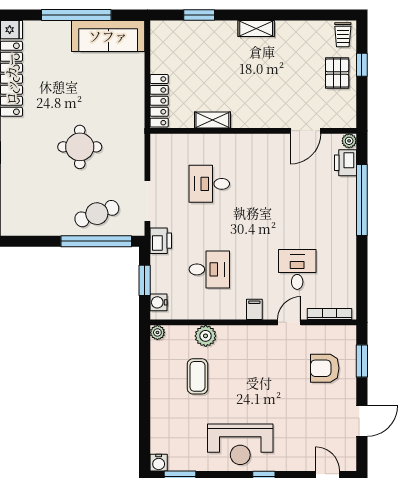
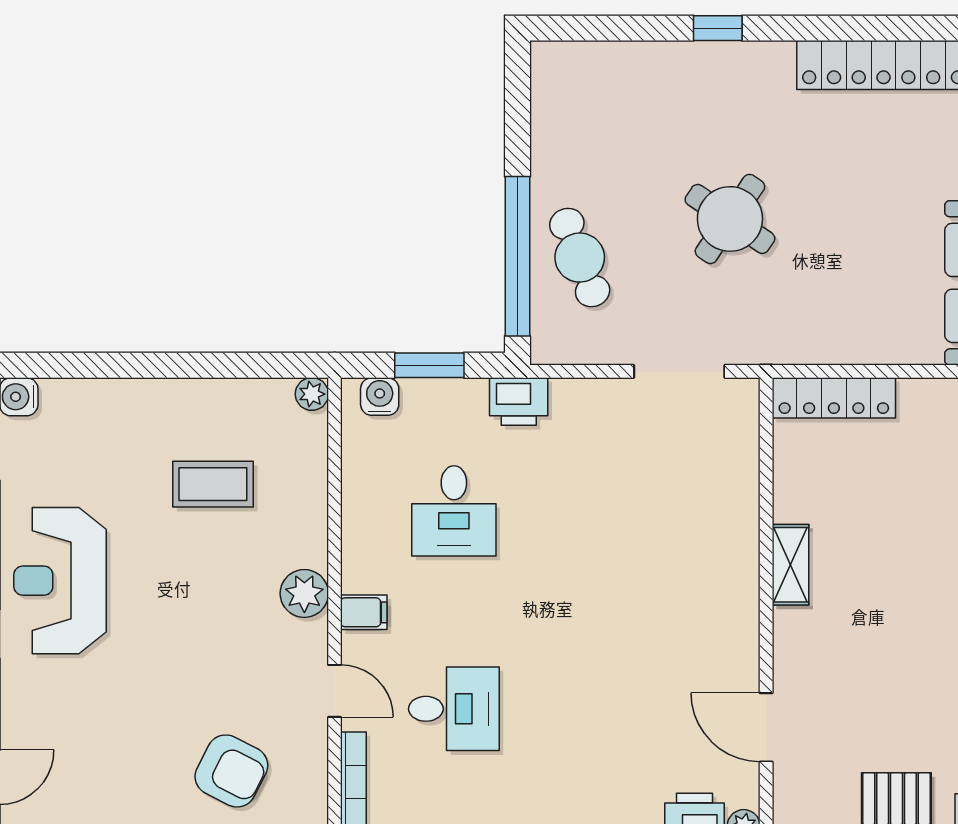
shelving: (212, 120) -> (790, 565), moved
round table: (80, 147) -> (730, 219), turned 34
desk: (209, 184) -> (647, 511), removed
doorway: (147, 201) -> (679, 371), moved
plant: (206, 336) -> (304, 593), moved
armchair: (325, 368) -> (231, 771), turned 117

